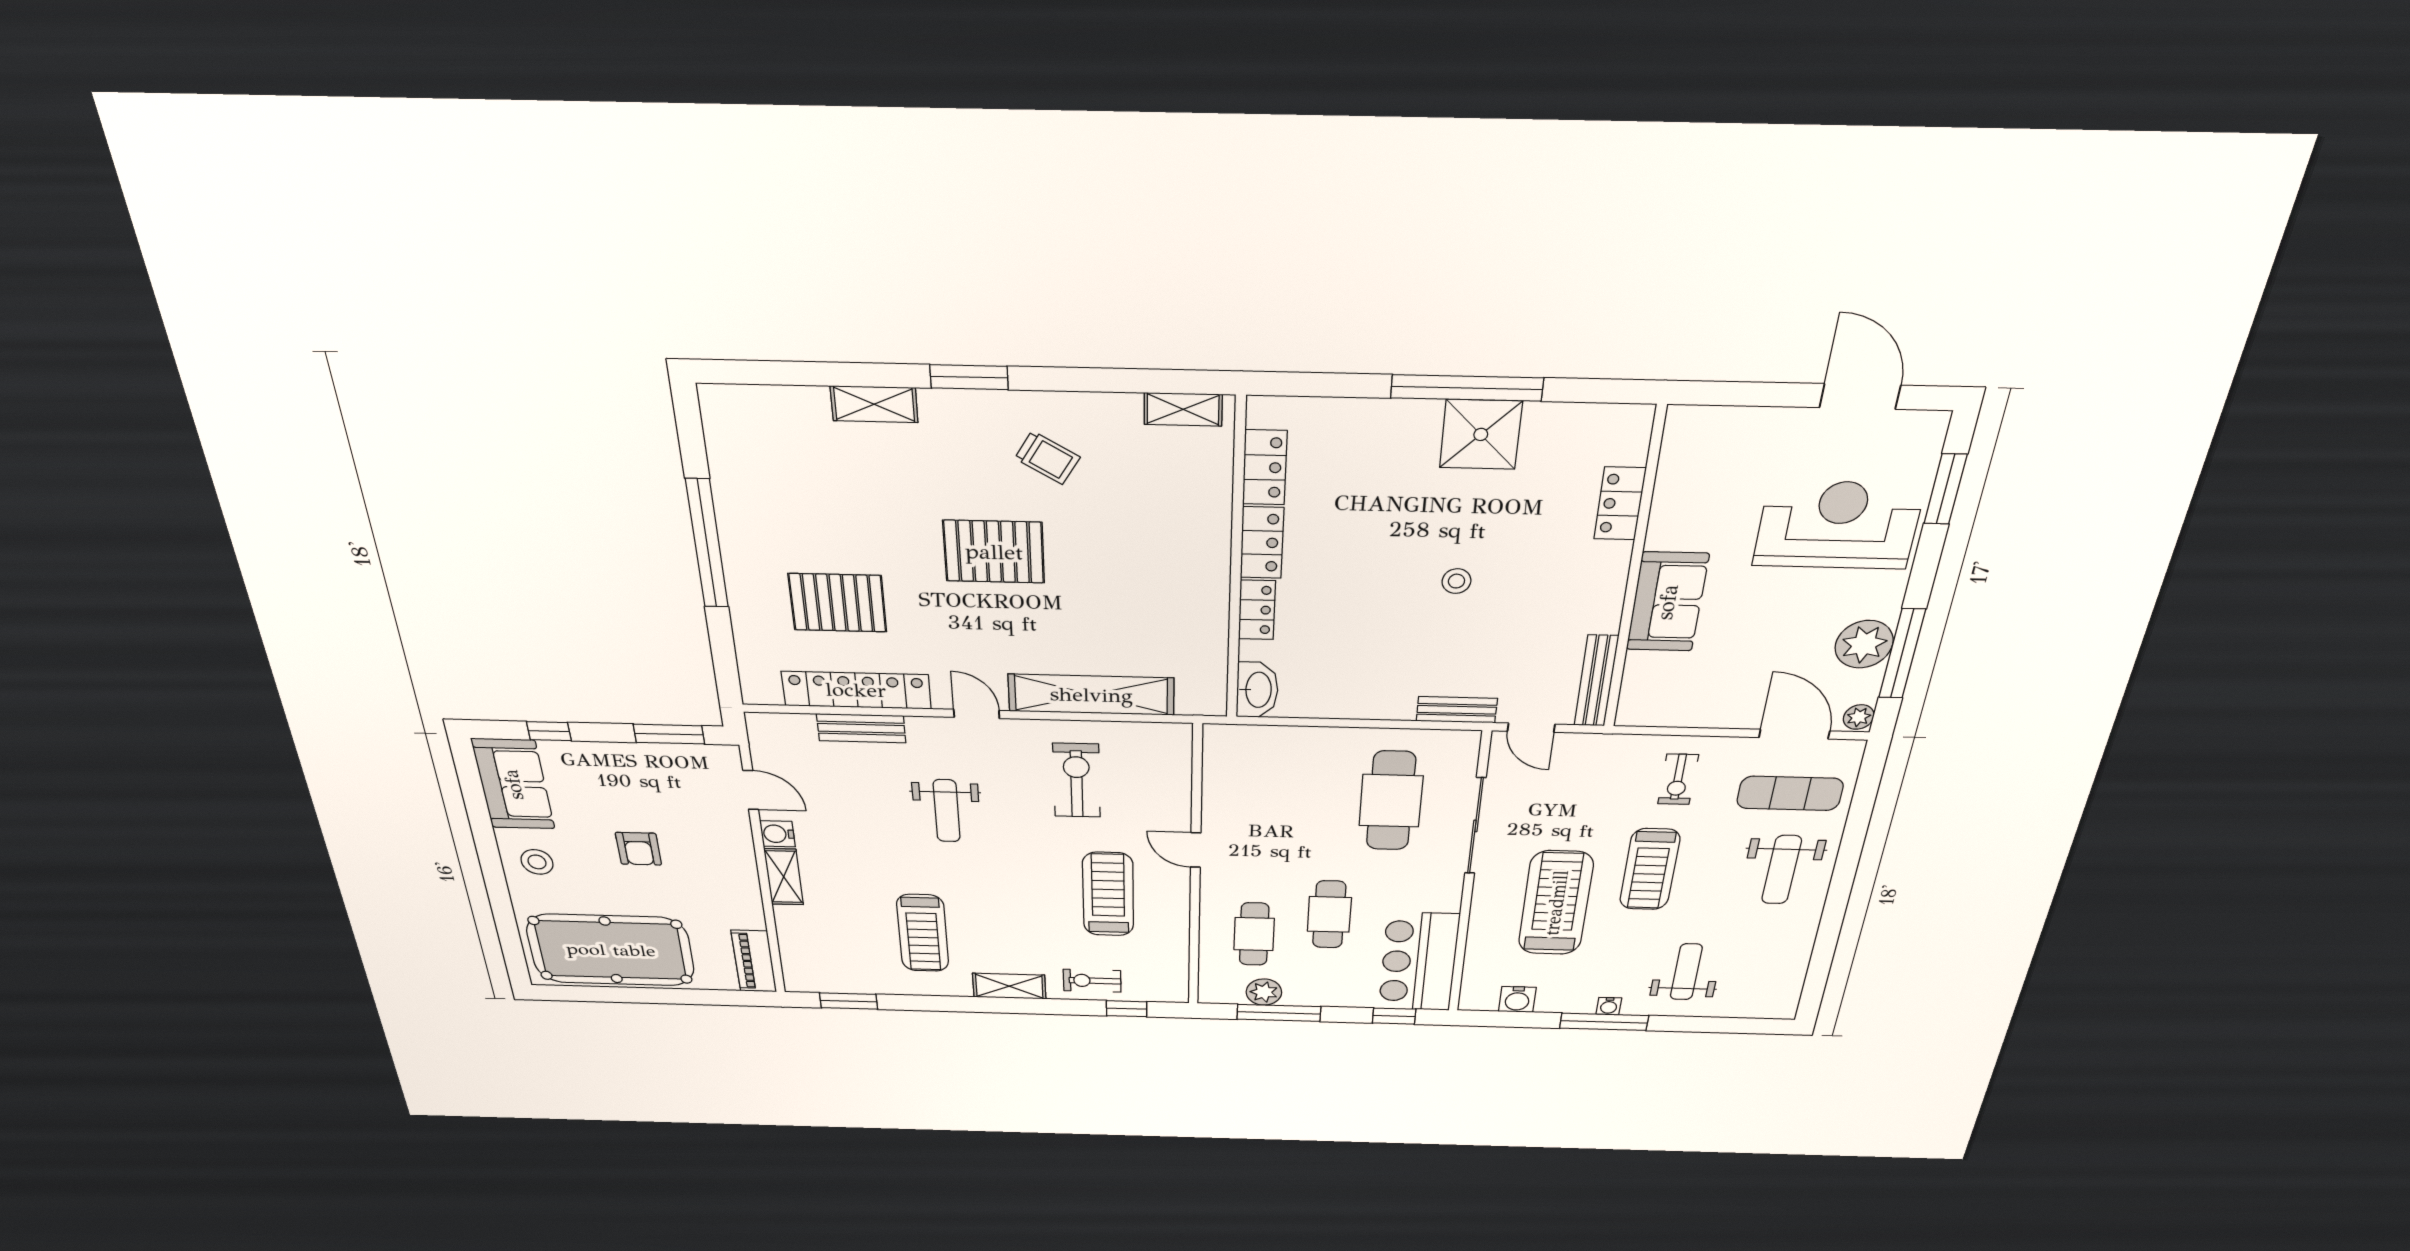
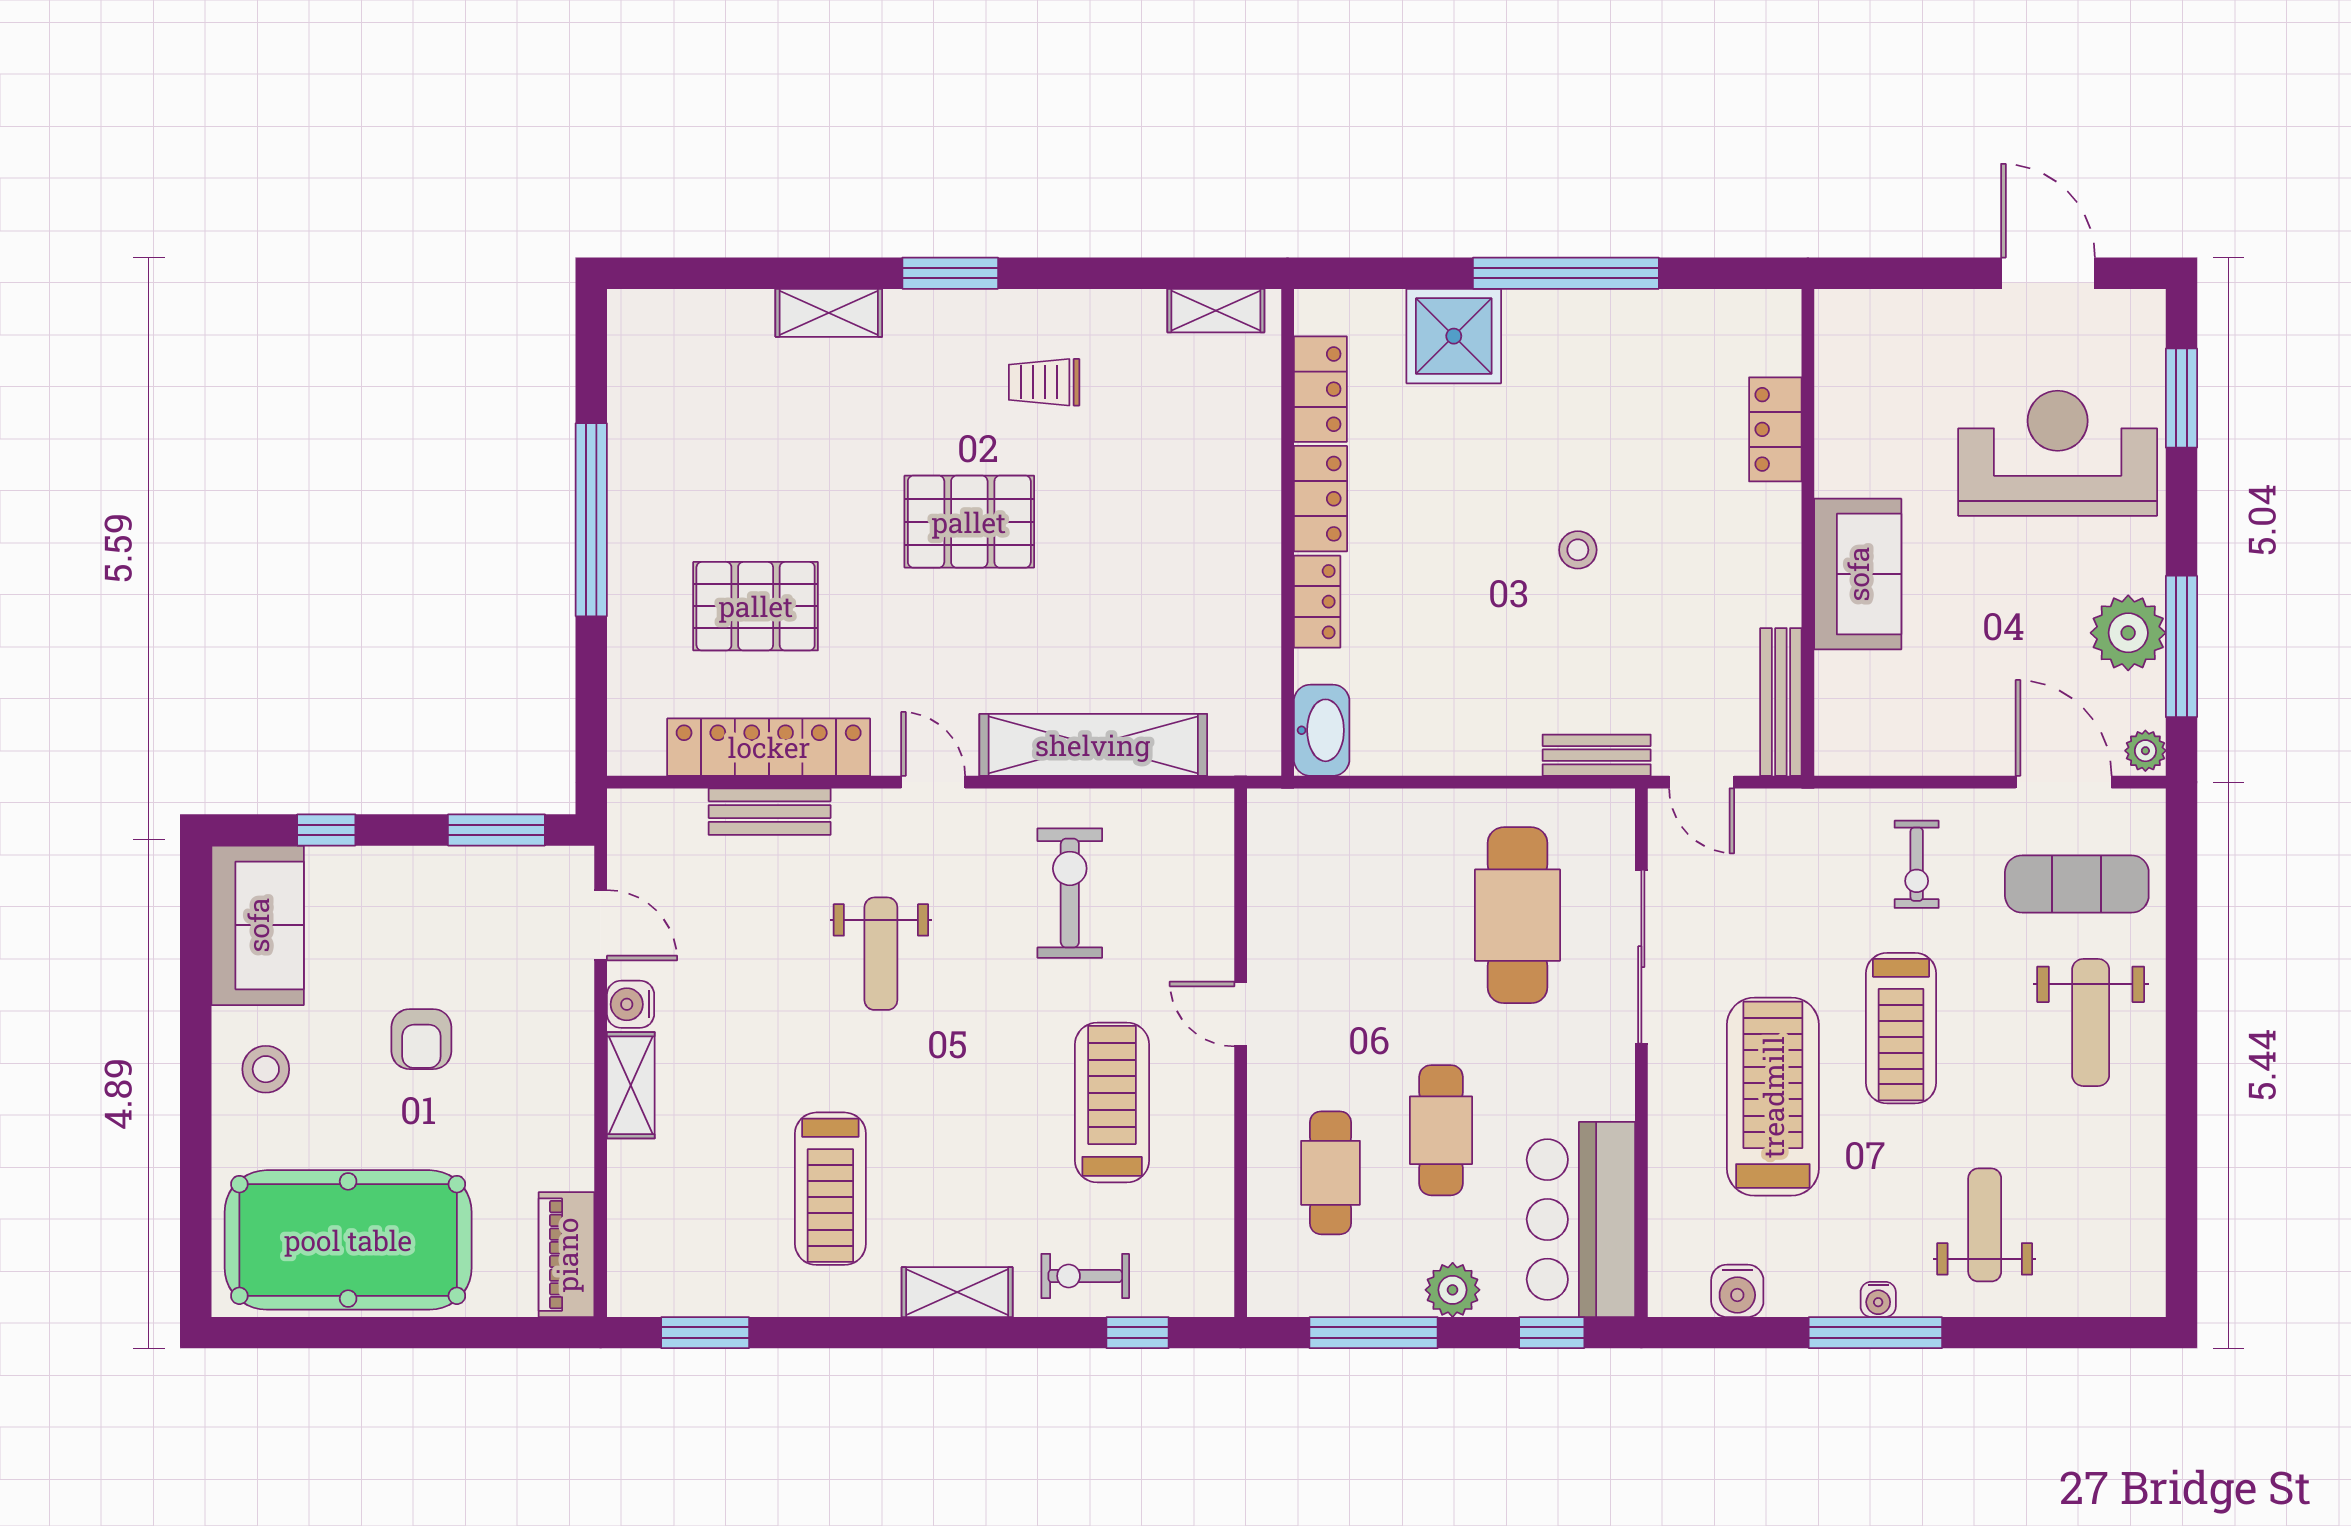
shower: (1481, 434) -> (1454, 336), moved
trolley: (1047, 458) -> (1044, 382), turned 149
plant: (1264, 992) -> (1453, 1290), moved

